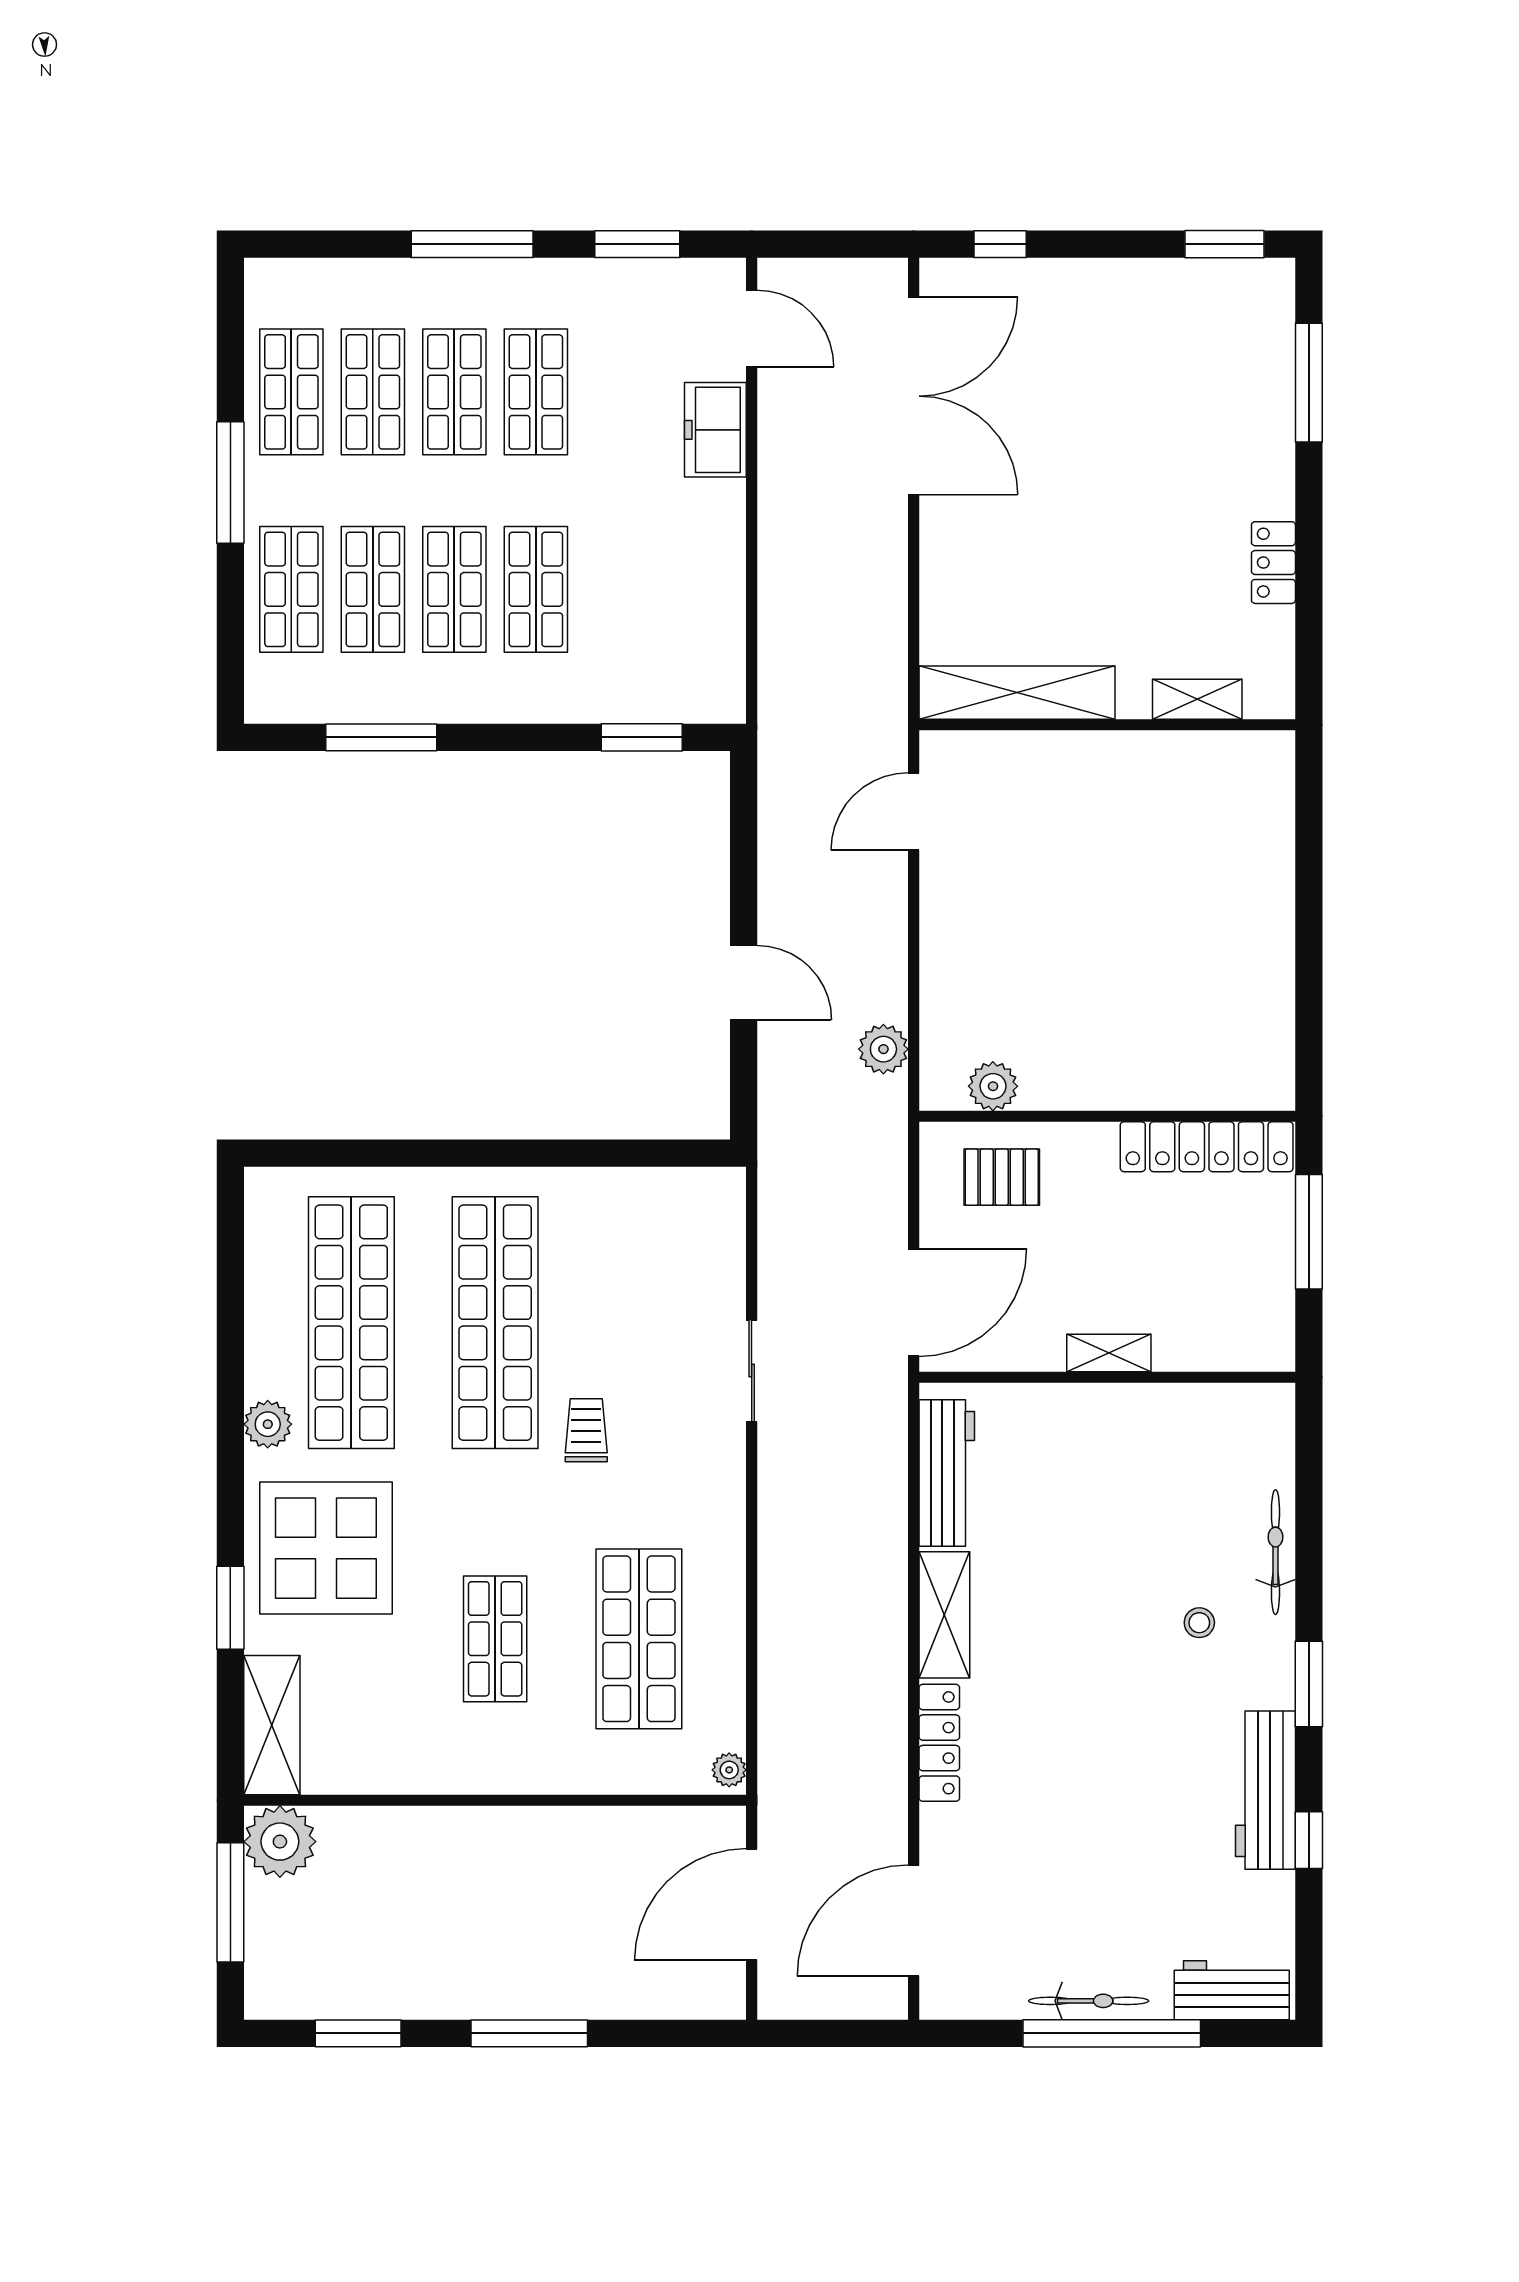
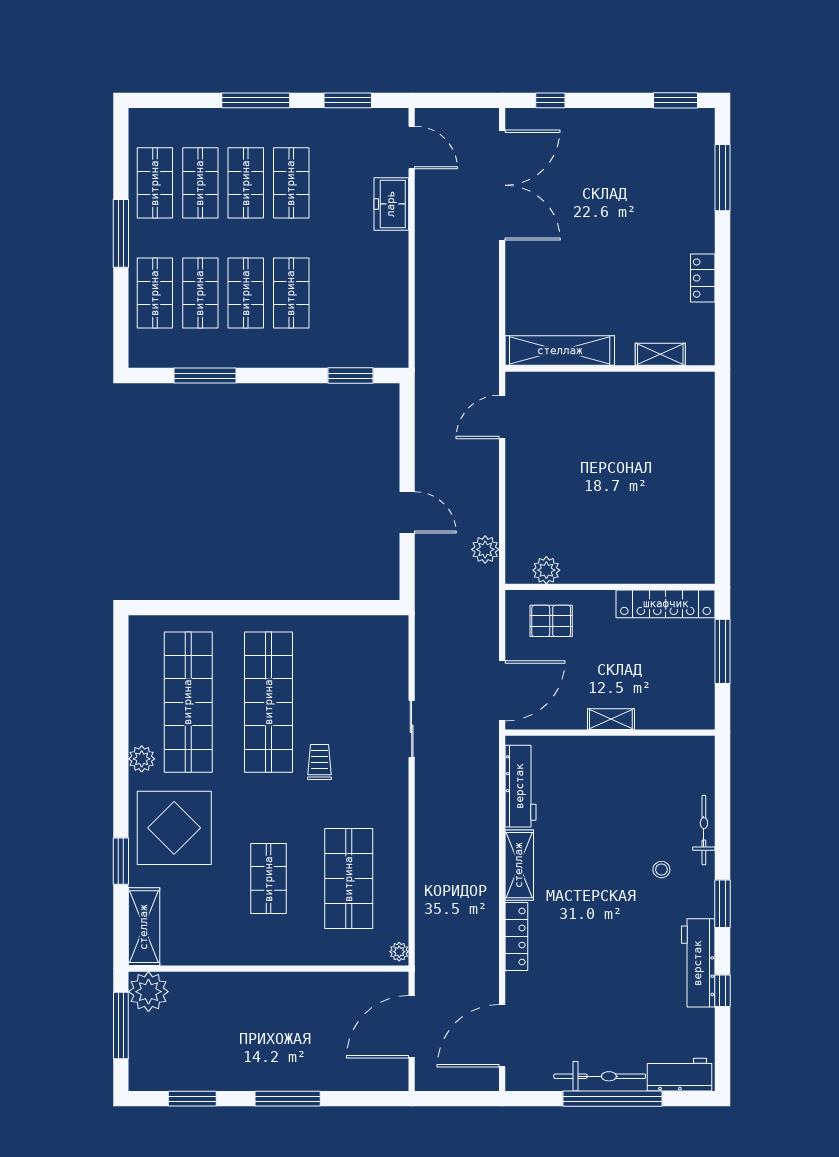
bicycle: (1089, 2001) -> (600, 1076), width x1.37, depth x1.40

